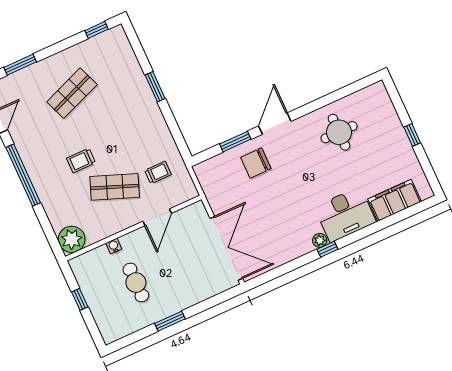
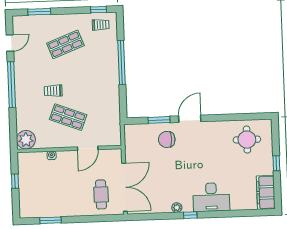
window: (155, 87) -> (121, 63), width x2.11
round table: (339, 132) -> (247, 140), moved
trolley: (158, 172) -> (101, 25), moved
filing cabinet: (395, 200) -> (266, 192), moved, turned -90
plant: (320, 240) -> (177, 208), moved
cafe table: (136, 283) -> (101, 194), moved
window: (170, 321) -> (51, 220), moved

